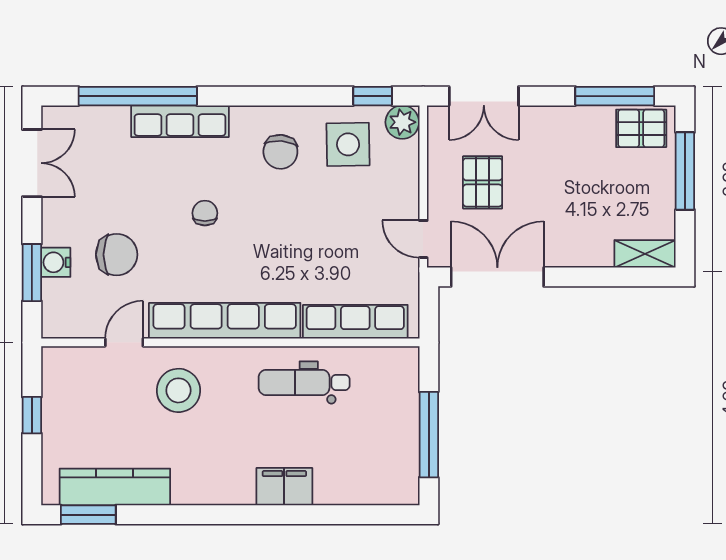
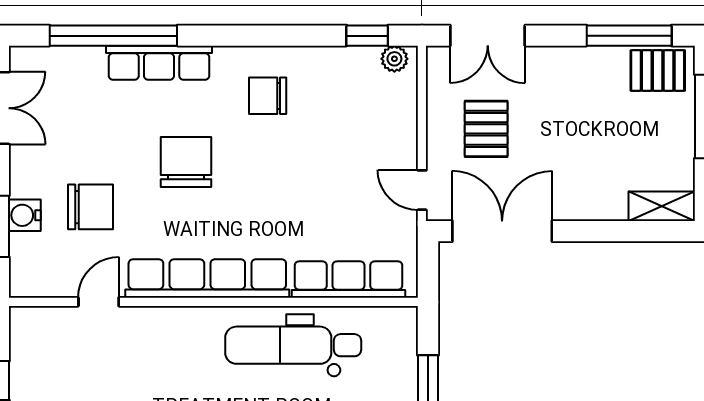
plant: (402, 122) -> (394, 59), width x0.73, depth x0.73
side table: (348, 144) -> (341, 88), removed
chair: (280, 152) -> (268, 96), turned 85
chair: (205, 213) -> (186, 162), width x1.87, depth x1.87
dental chair: (304, 382) -> (293, 345), width x1.36, depth x1.38
stool: (178, 390) -> (157, 354), removed

